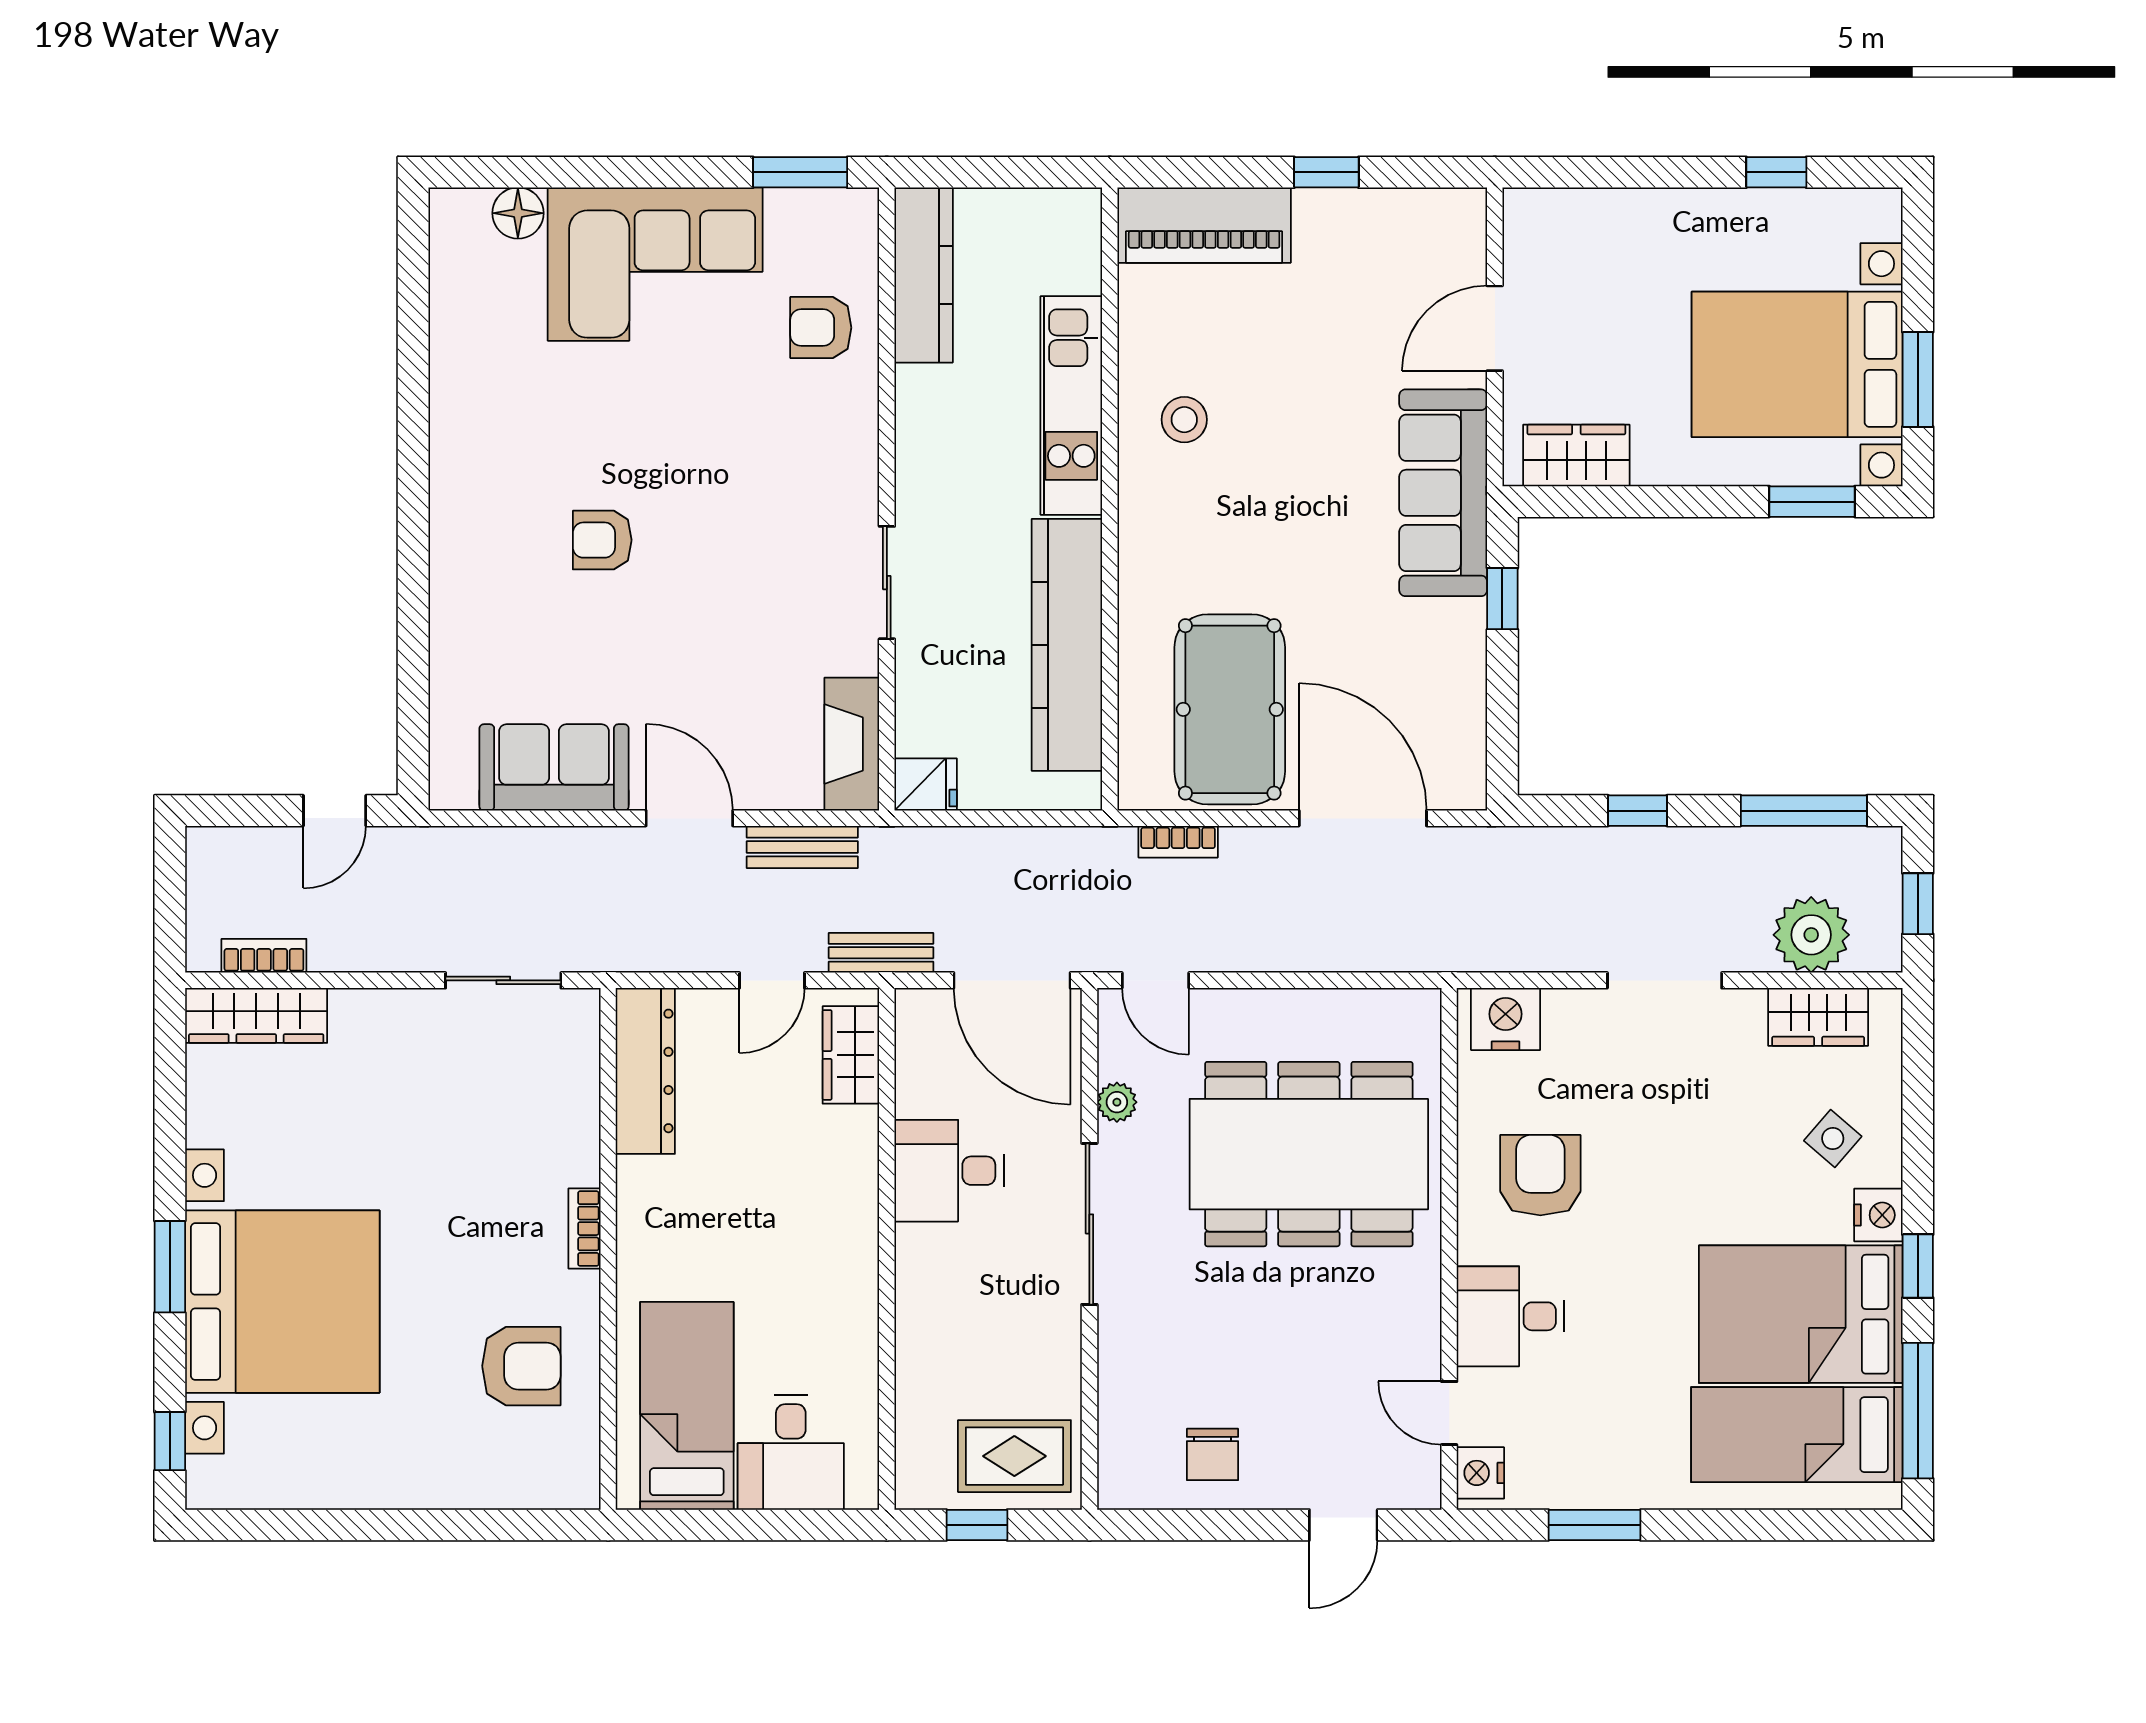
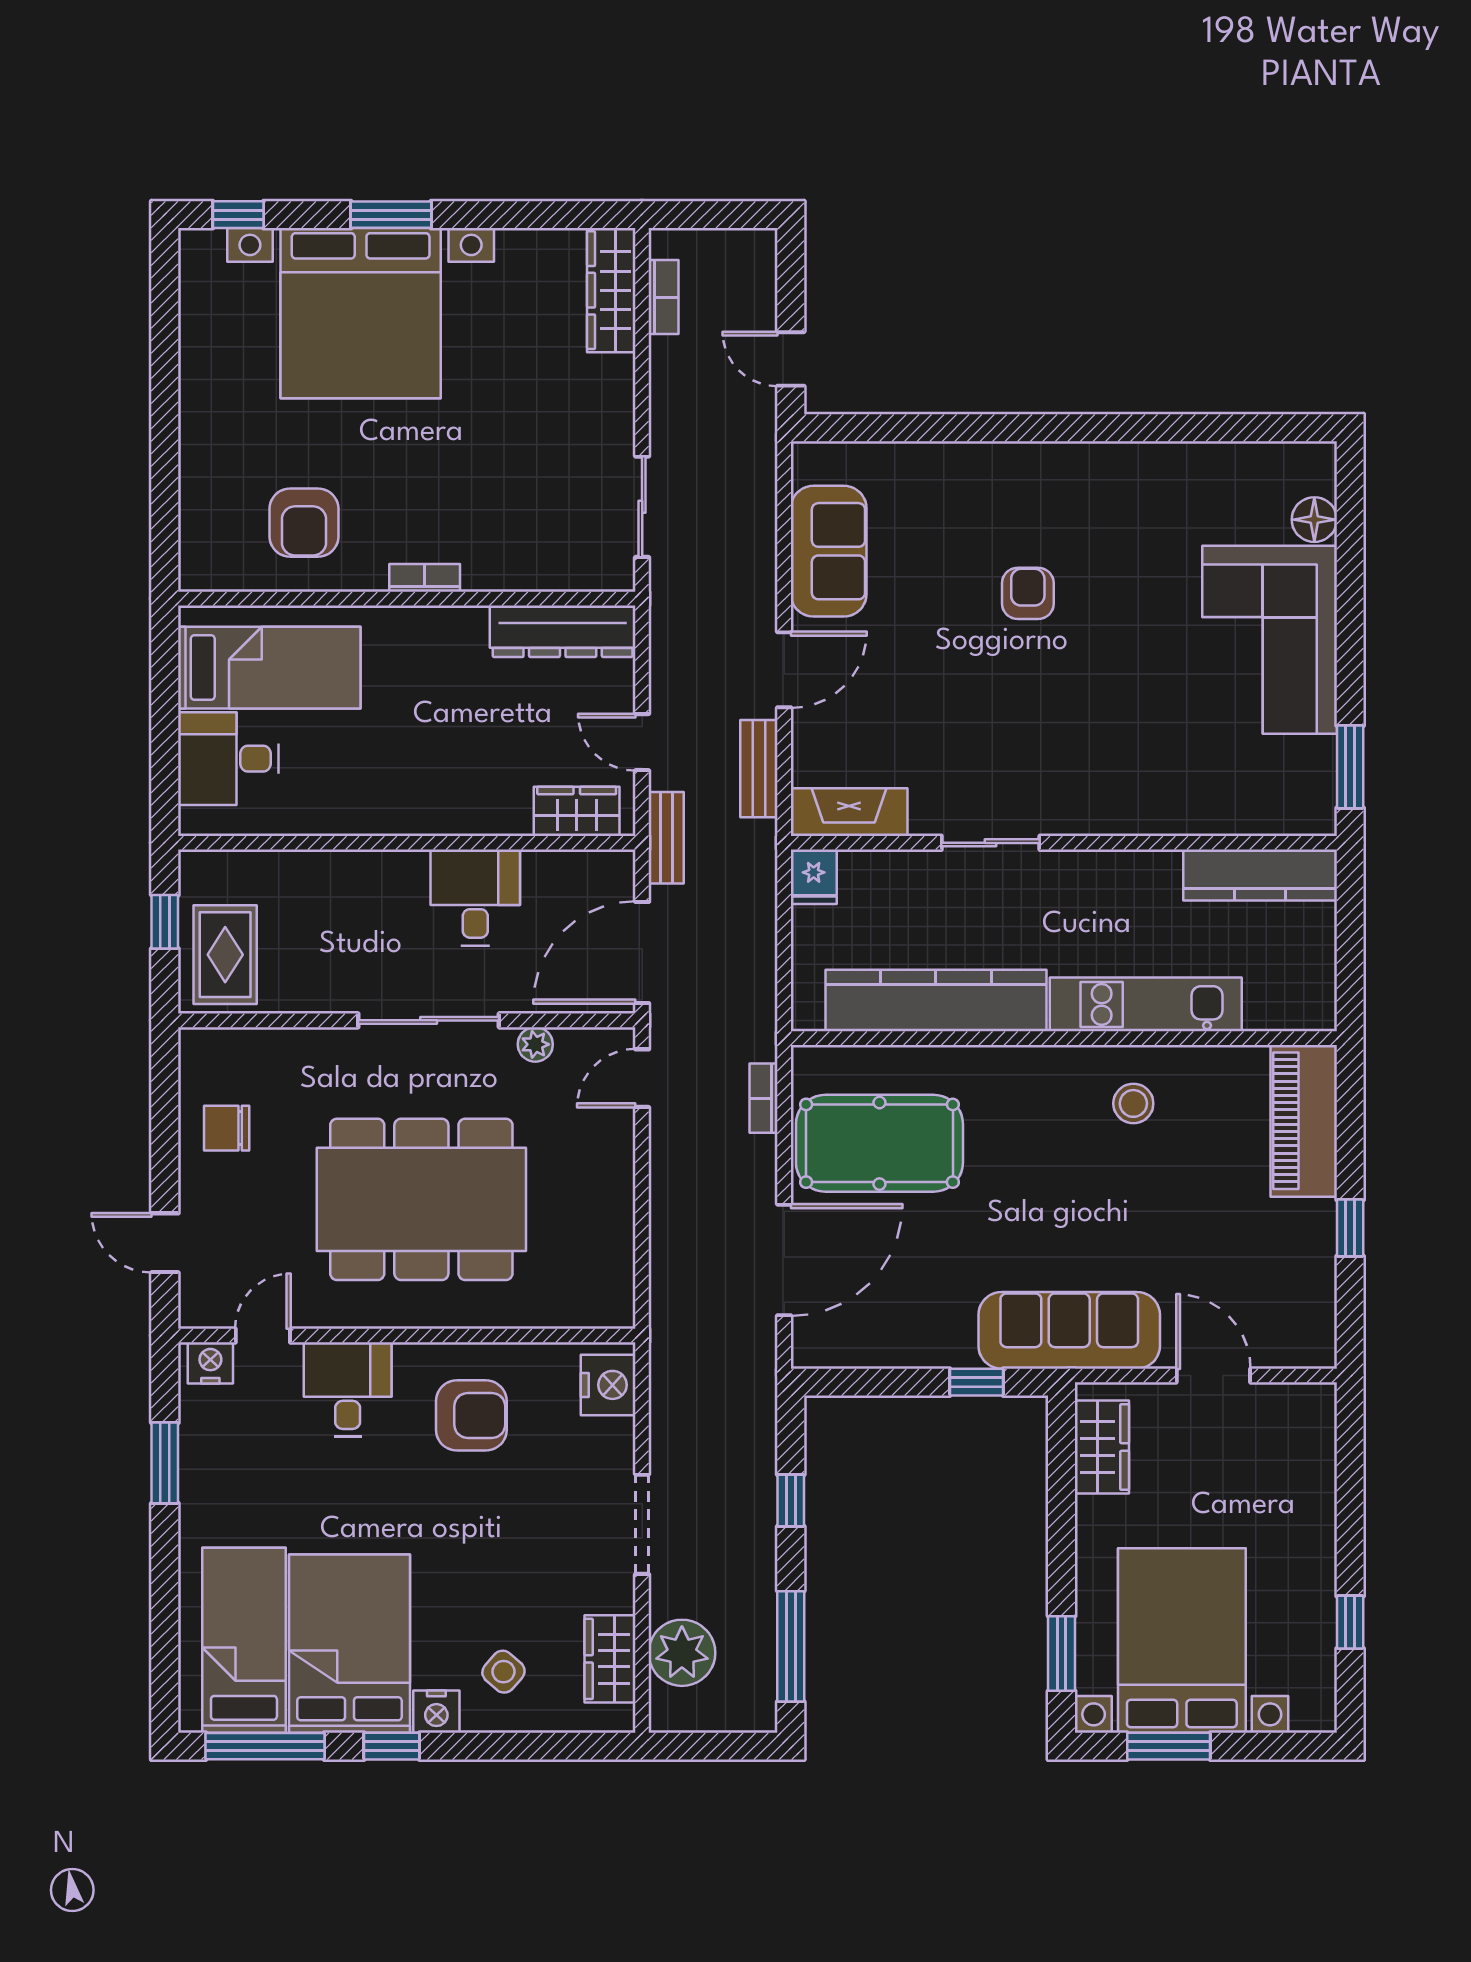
armchair: (821, 328) -> (1214, 785), removed
window: (1918, 904) -> (709, 1746), removed
dining table: (1309, 1154) -> (421, 1199), moved, turned 90

